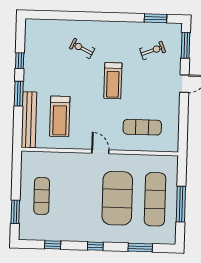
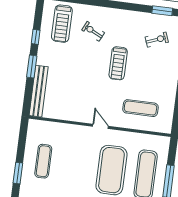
treadmill: (60, 116) -> (62, 24), moved

